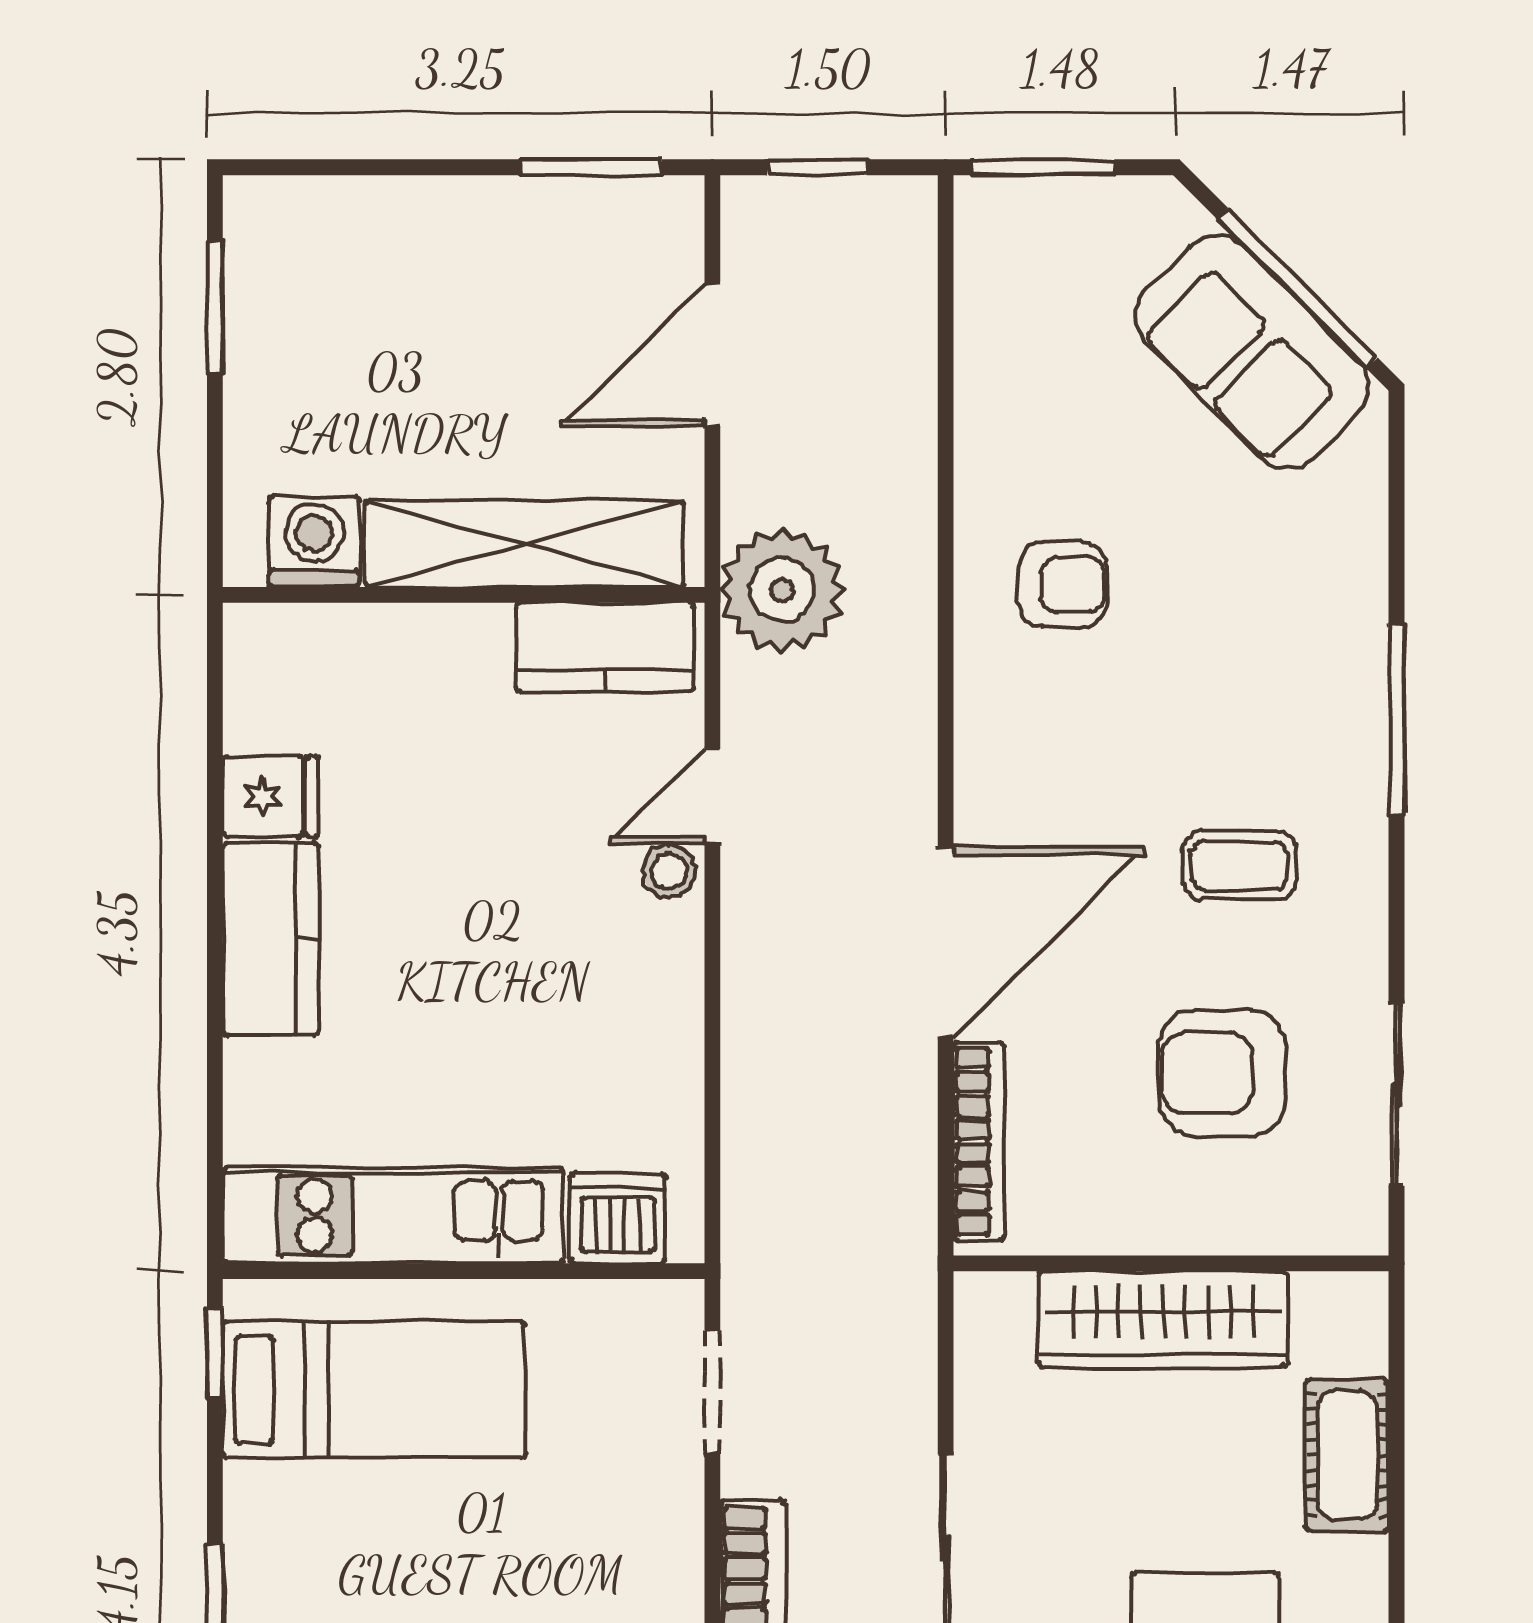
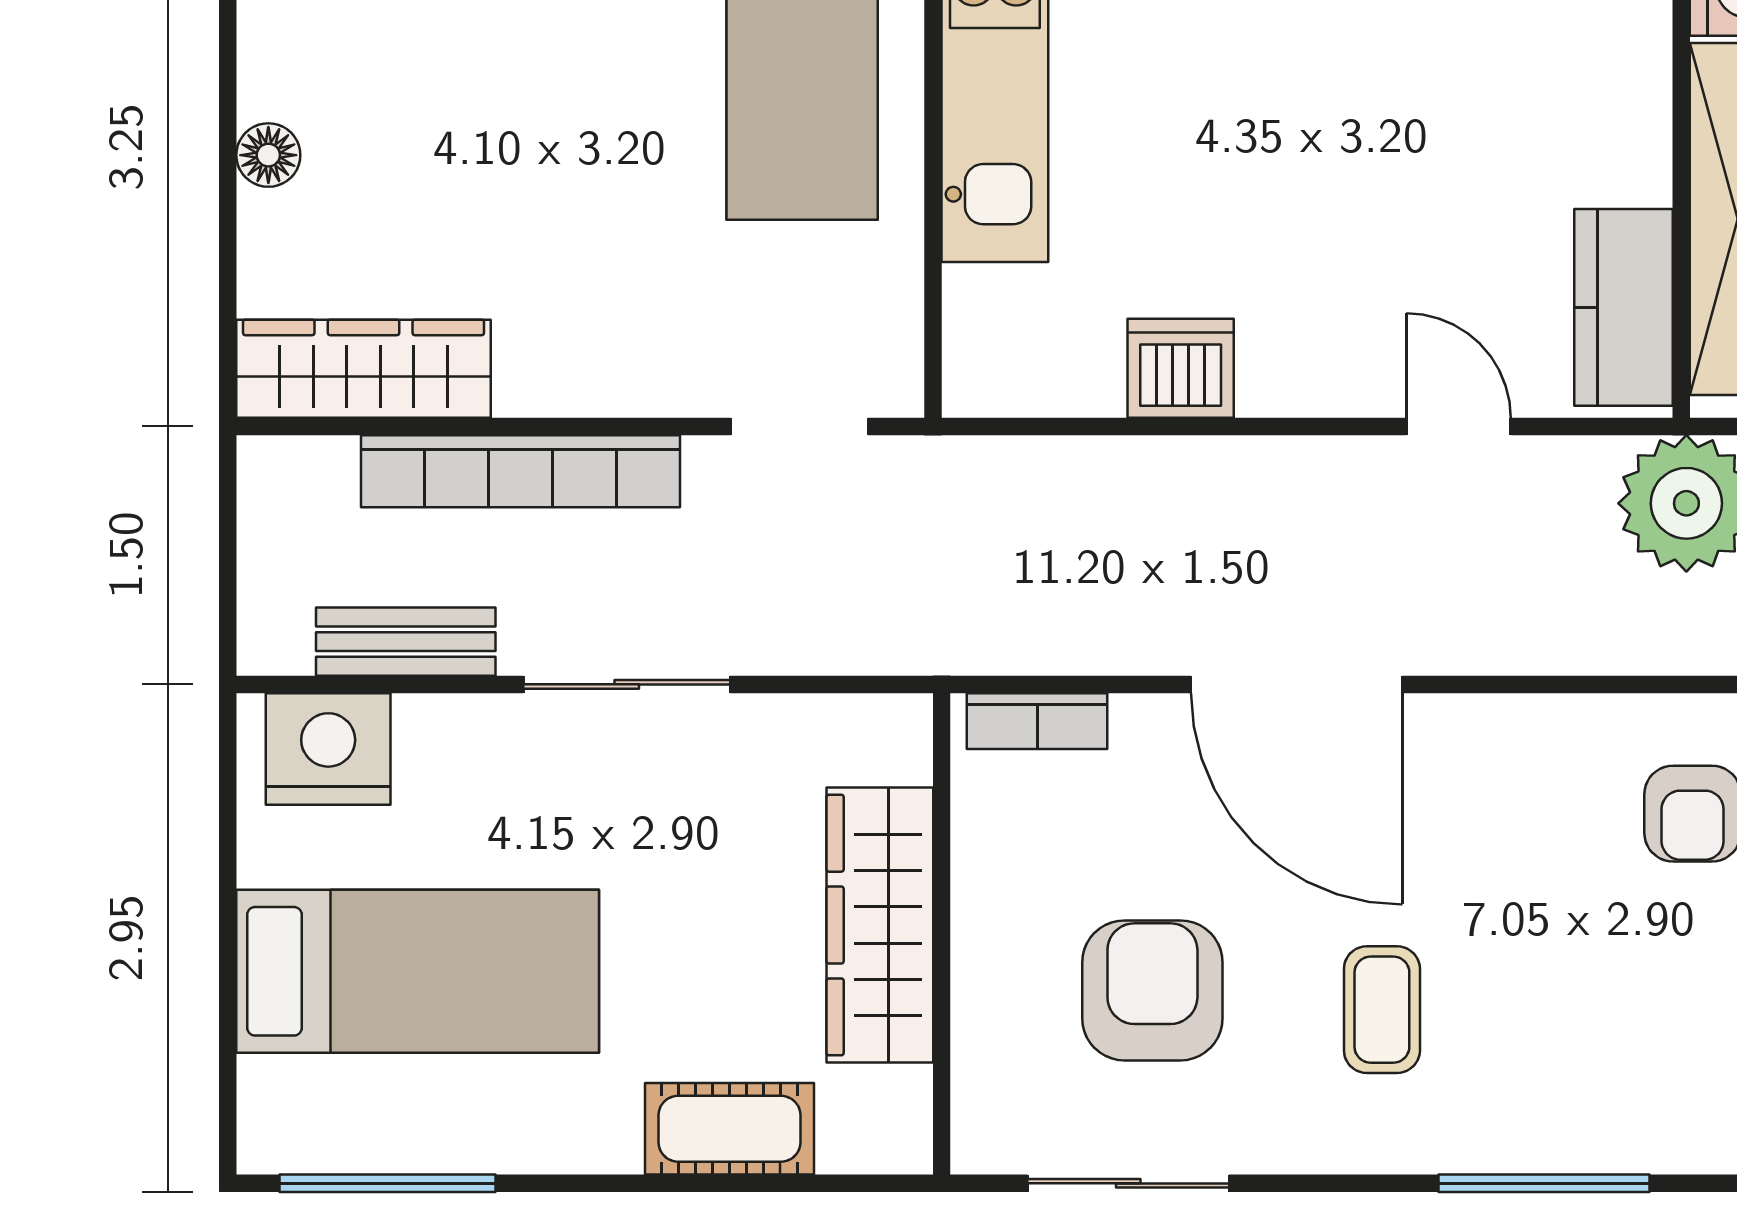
stool: (669, 871) -> (1376, 378), removed
bookcase: (979, 1141) -> (1037, 721), width x0.64
dishwasher: (618, 1219) -> (1181, 368), moved, turned -90

